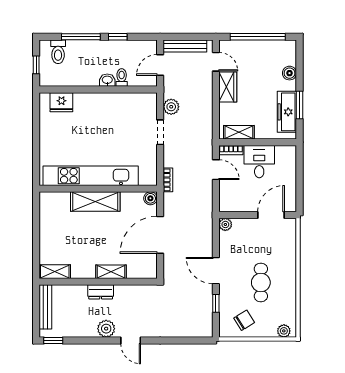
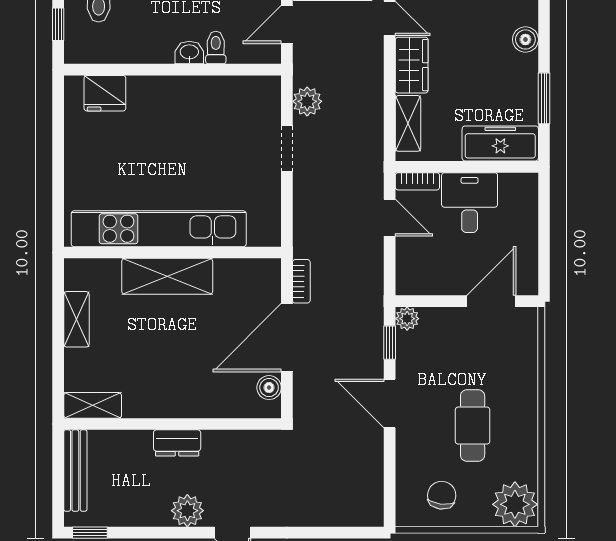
freezer: (287, 112) -> (500, 143), moved, turned 90
shelving: (239, 132) -> (408, 123), moved, turned 90
bookcase: (168, 180) -> (301, 281), moved
boiler: (150, 198) -> (269, 388), moved
shelving: (111, 272) -> (76, 319), moved, turned 90
window: (216, 303) -> (390, 343), moved
chair: (244, 320) -> (442, 495), turned -51
plant: (284, 331) -> (515, 504), width x1.87, depth x1.87

